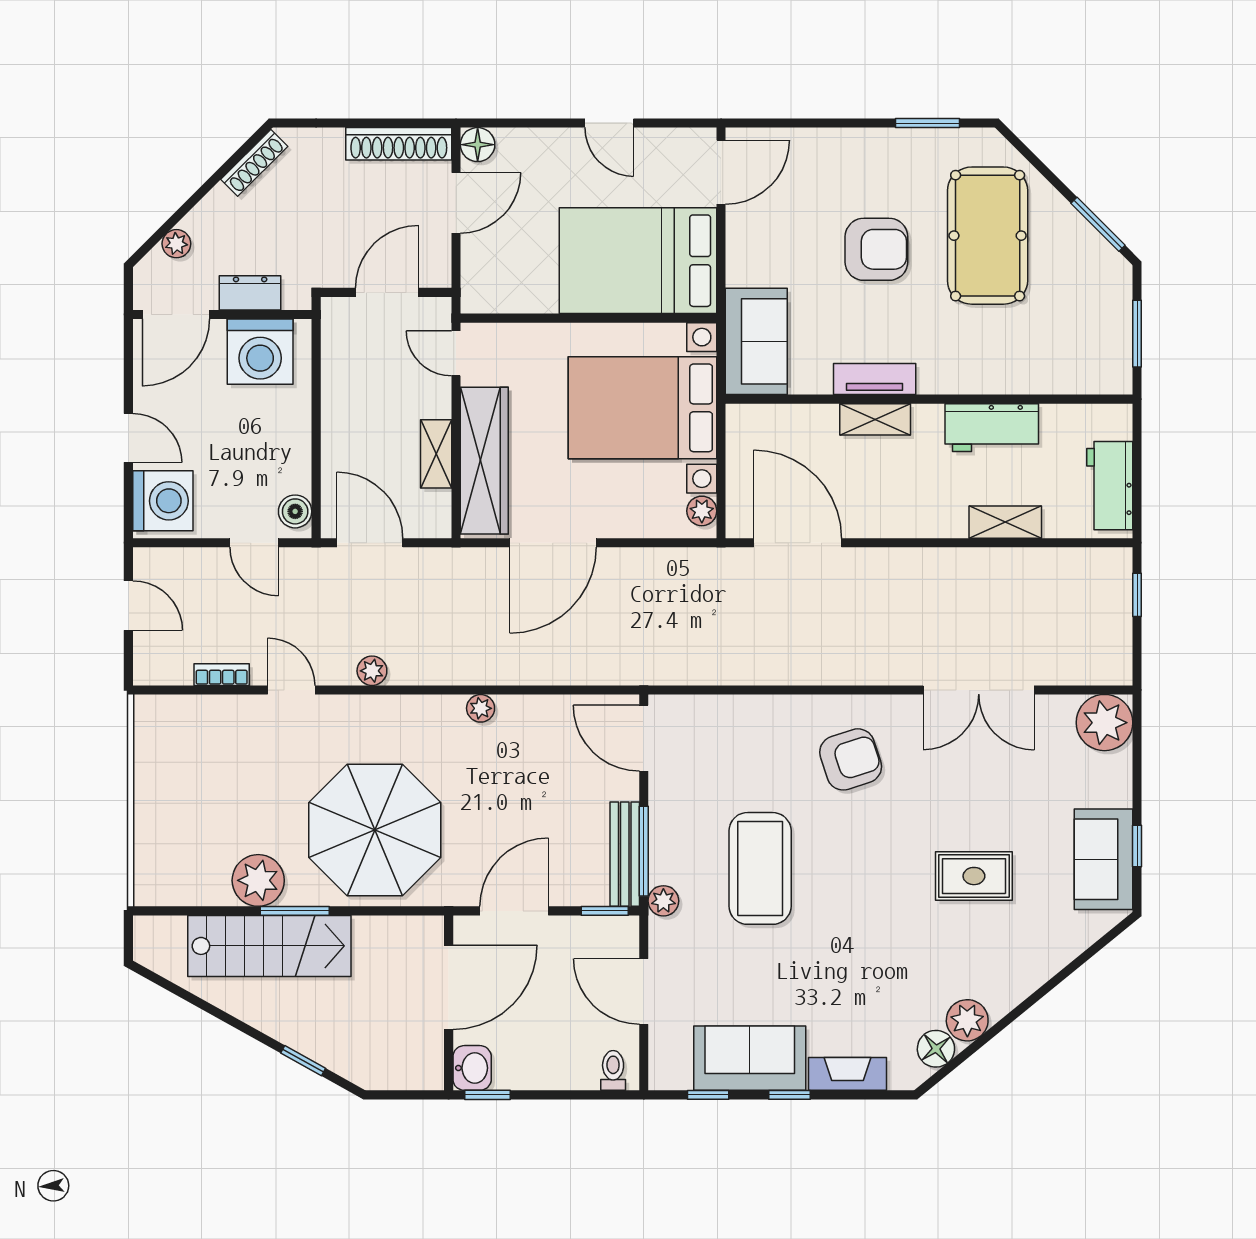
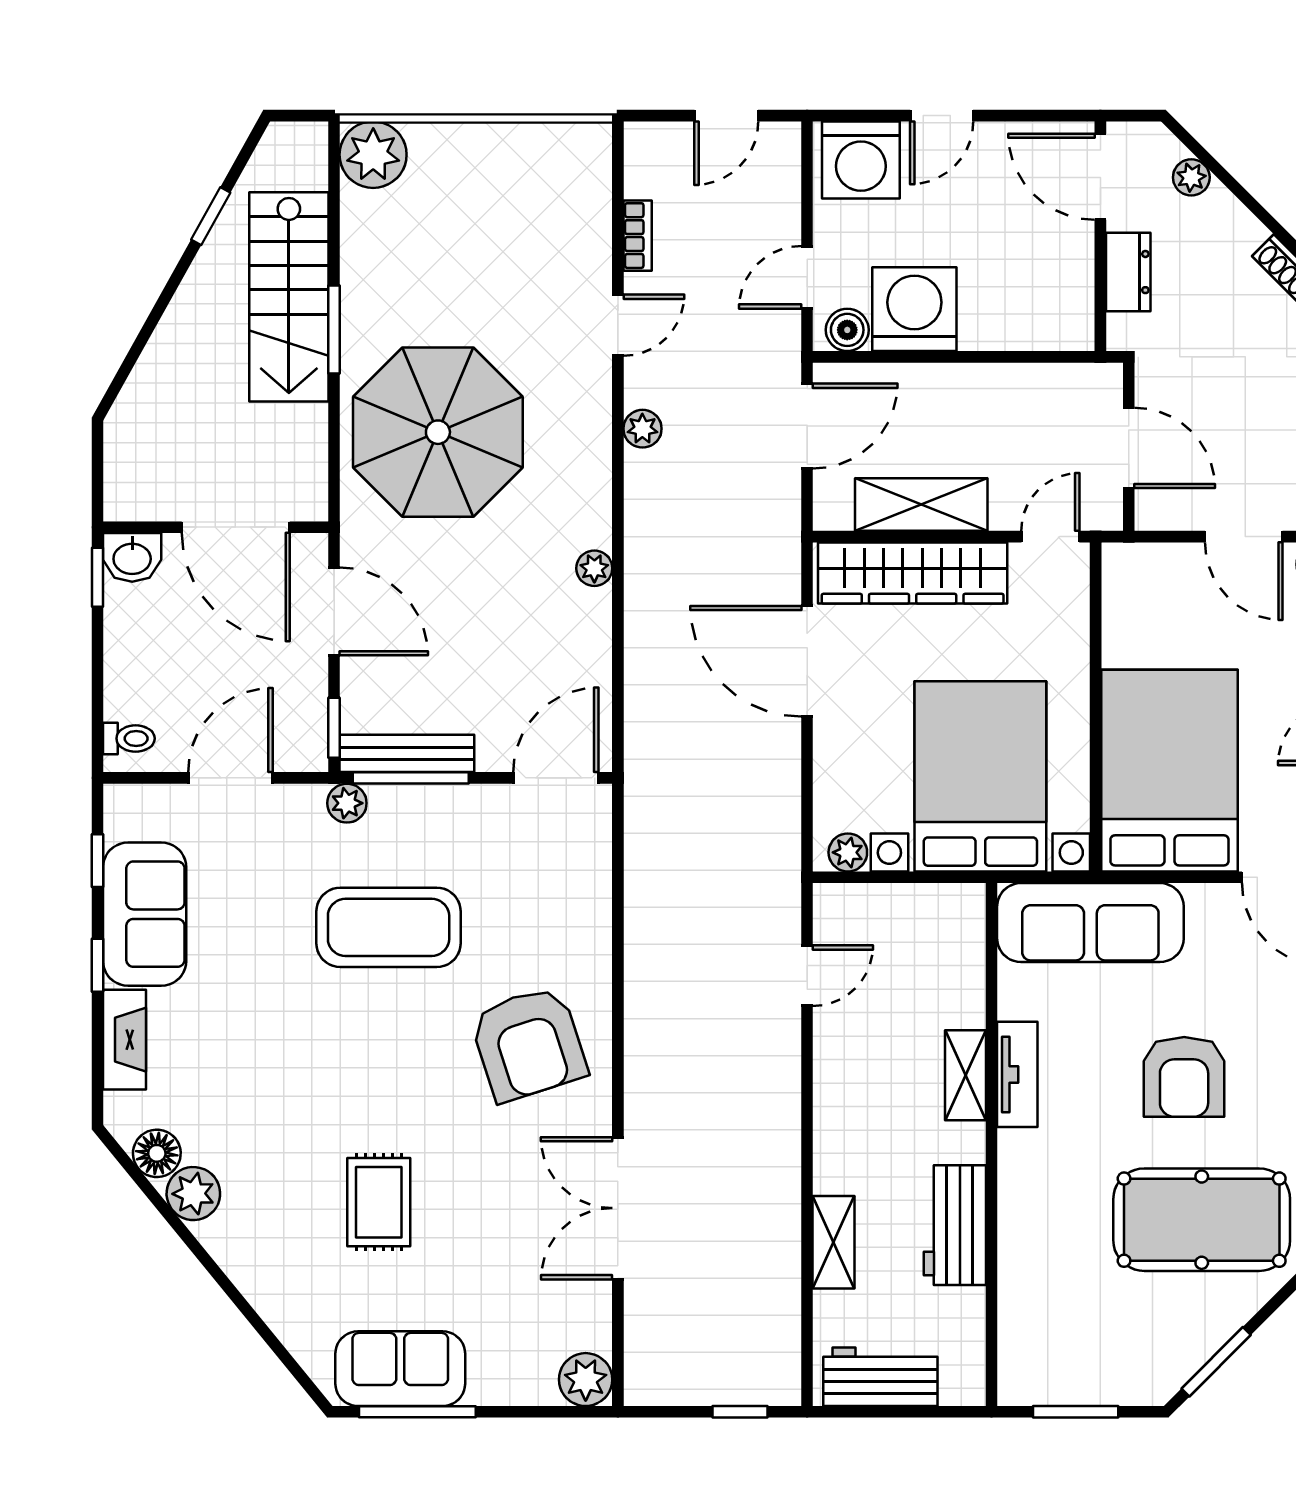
sofa: (756, 341) -> (1090, 923), width x1.36
washing machine: (260, 352) -> (914, 309), moved, turned 90
shelving: (436, 454) -> (921, 505), width x1.50, depth x1.33
door: (798, 543) -> (807, 976), width x0.53
plant: (1104, 723) -> (586, 1380), width x0.73, depth x0.73
armchair: (851, 759) -> (529, 1044), width x1.36, depth x1.36
window: (1137, 846) -> (417, 1412), width x2.17
plant: (258, 880) -> (373, 155), moved
window: (303, 1061) -> (211, 216), moved

